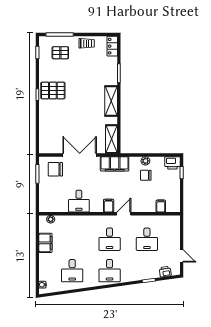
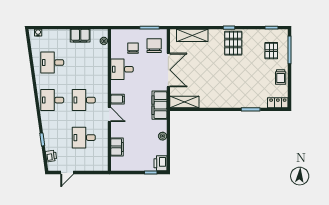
shelving: (111, 101) -> (192, 35), moved
chair: (146, 175) -> (133, 48), moved
filing cabinet: (161, 206) -> (117, 147), width x2.00

